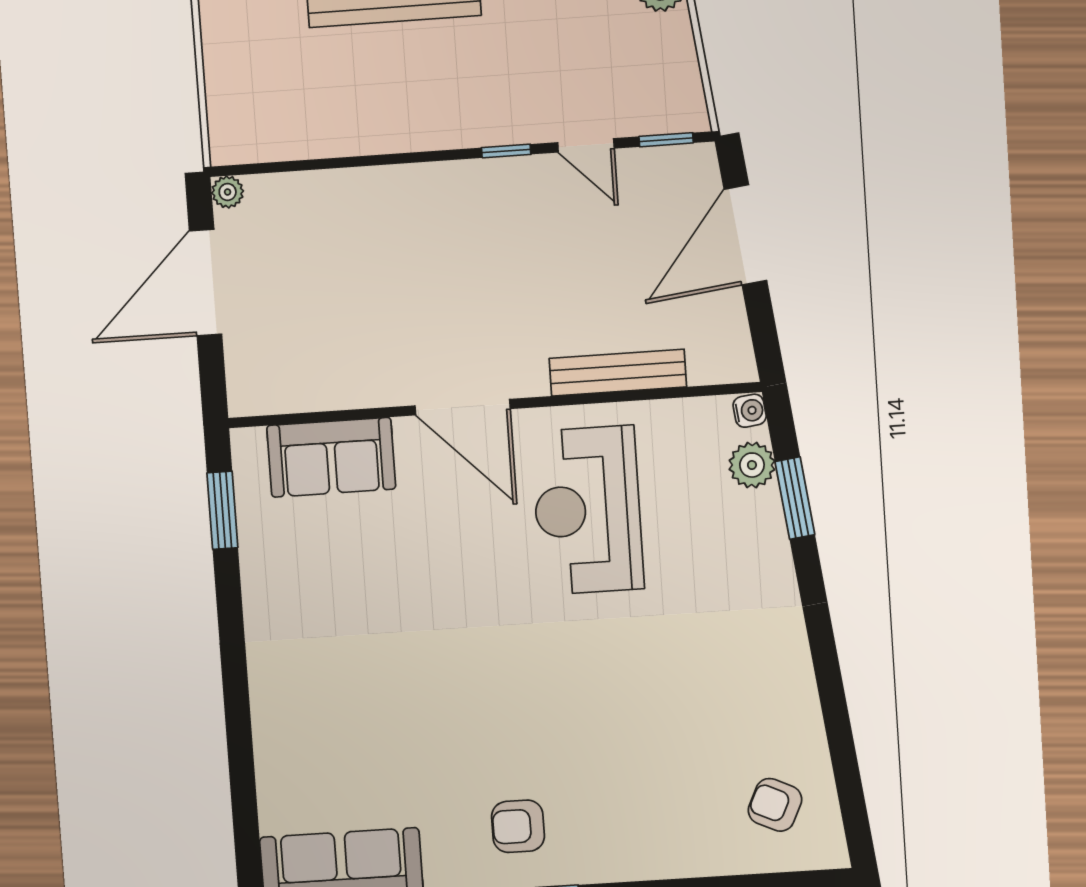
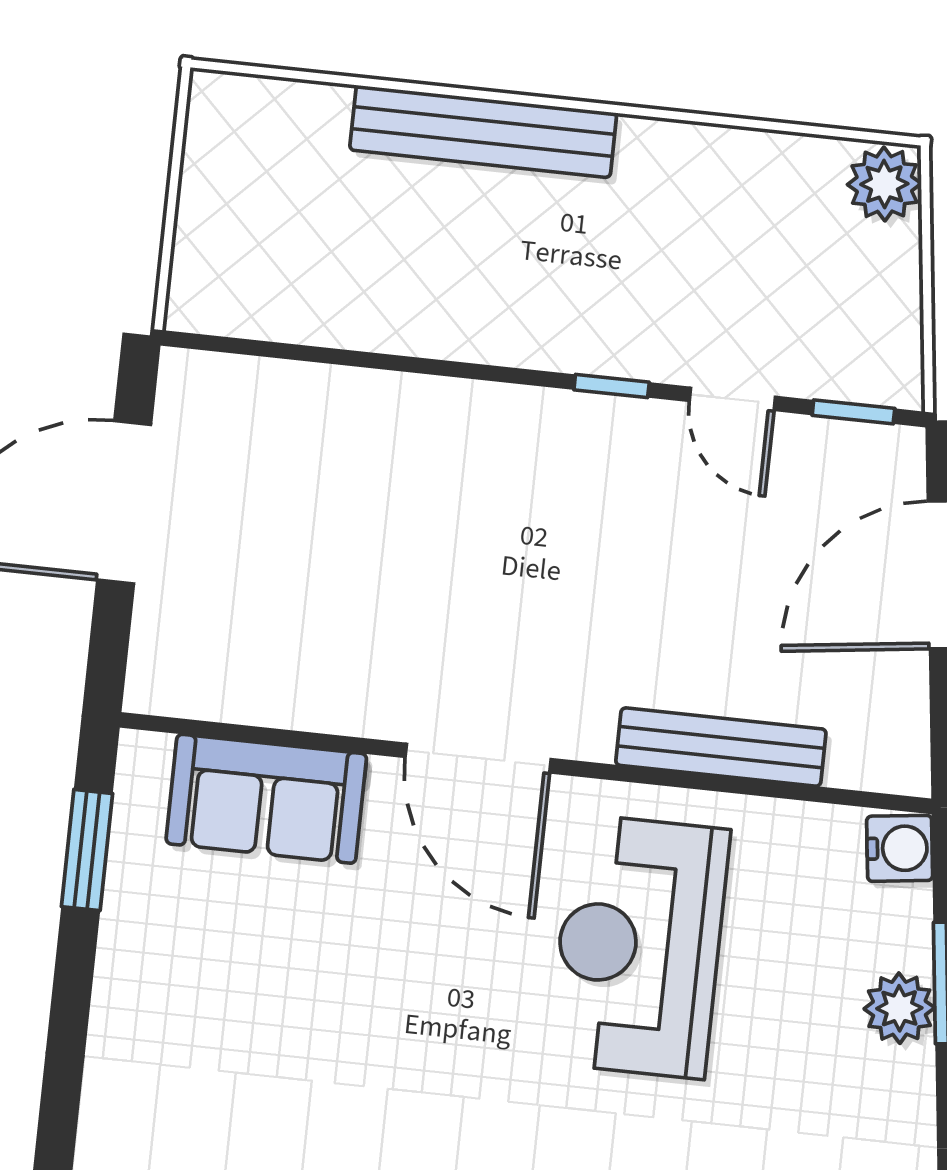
plant: (228, 192) -> (182, 373), removed
water cooler: (750, 411) -> (900, 848), width x1.38, depth x1.38
plant: (752, 465) -> (899, 1008), moved

